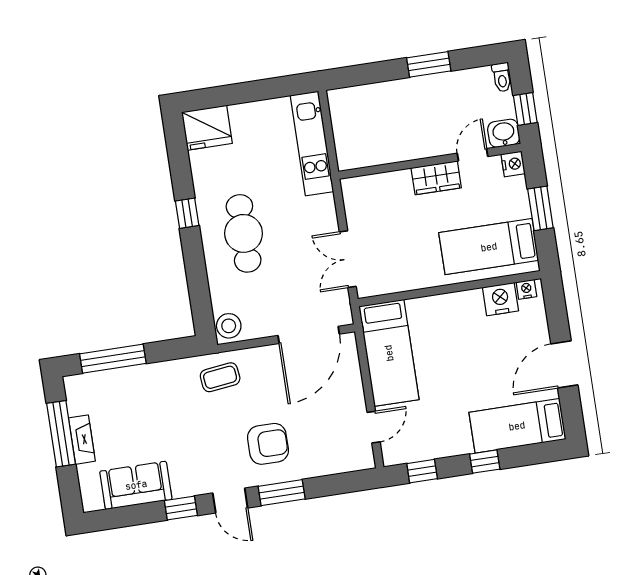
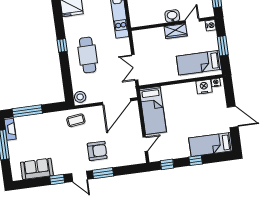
washbasin: (504, 133) -> (172, 16), moved
door: (564, 364) -> (233, 117), swing flipped
fireplace: (82, 440) -> (10, 129), moved

